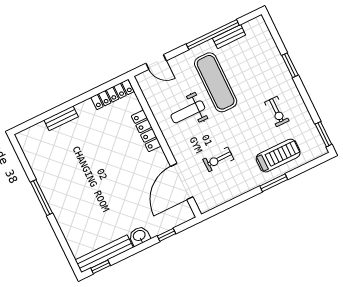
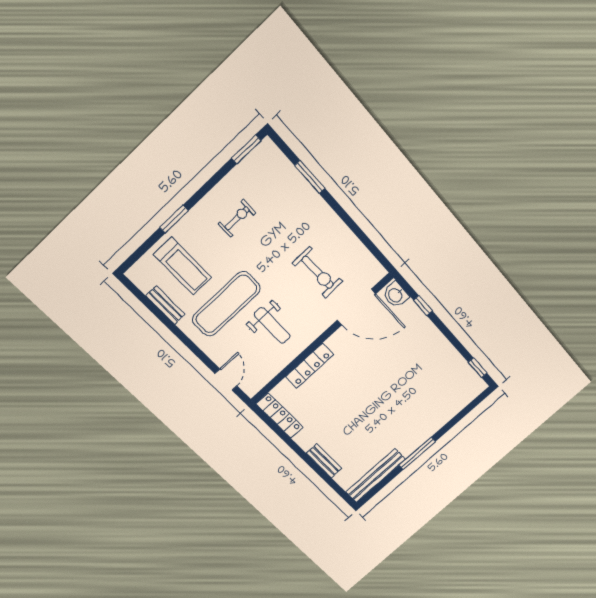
window: (213, 35) -> (170, 325), removed
treadmill: (278, 156) -> (183, 266), moved, turned 180
exercise bike: (218, 159) -> (318, 272), width x1.38, depth x1.39
window: (274, 183) -> (310, 177), moved
washbasin: (139, 236) -> (396, 295), moved
bench: (104, 254) -> (375, 476), moved, turned 90

